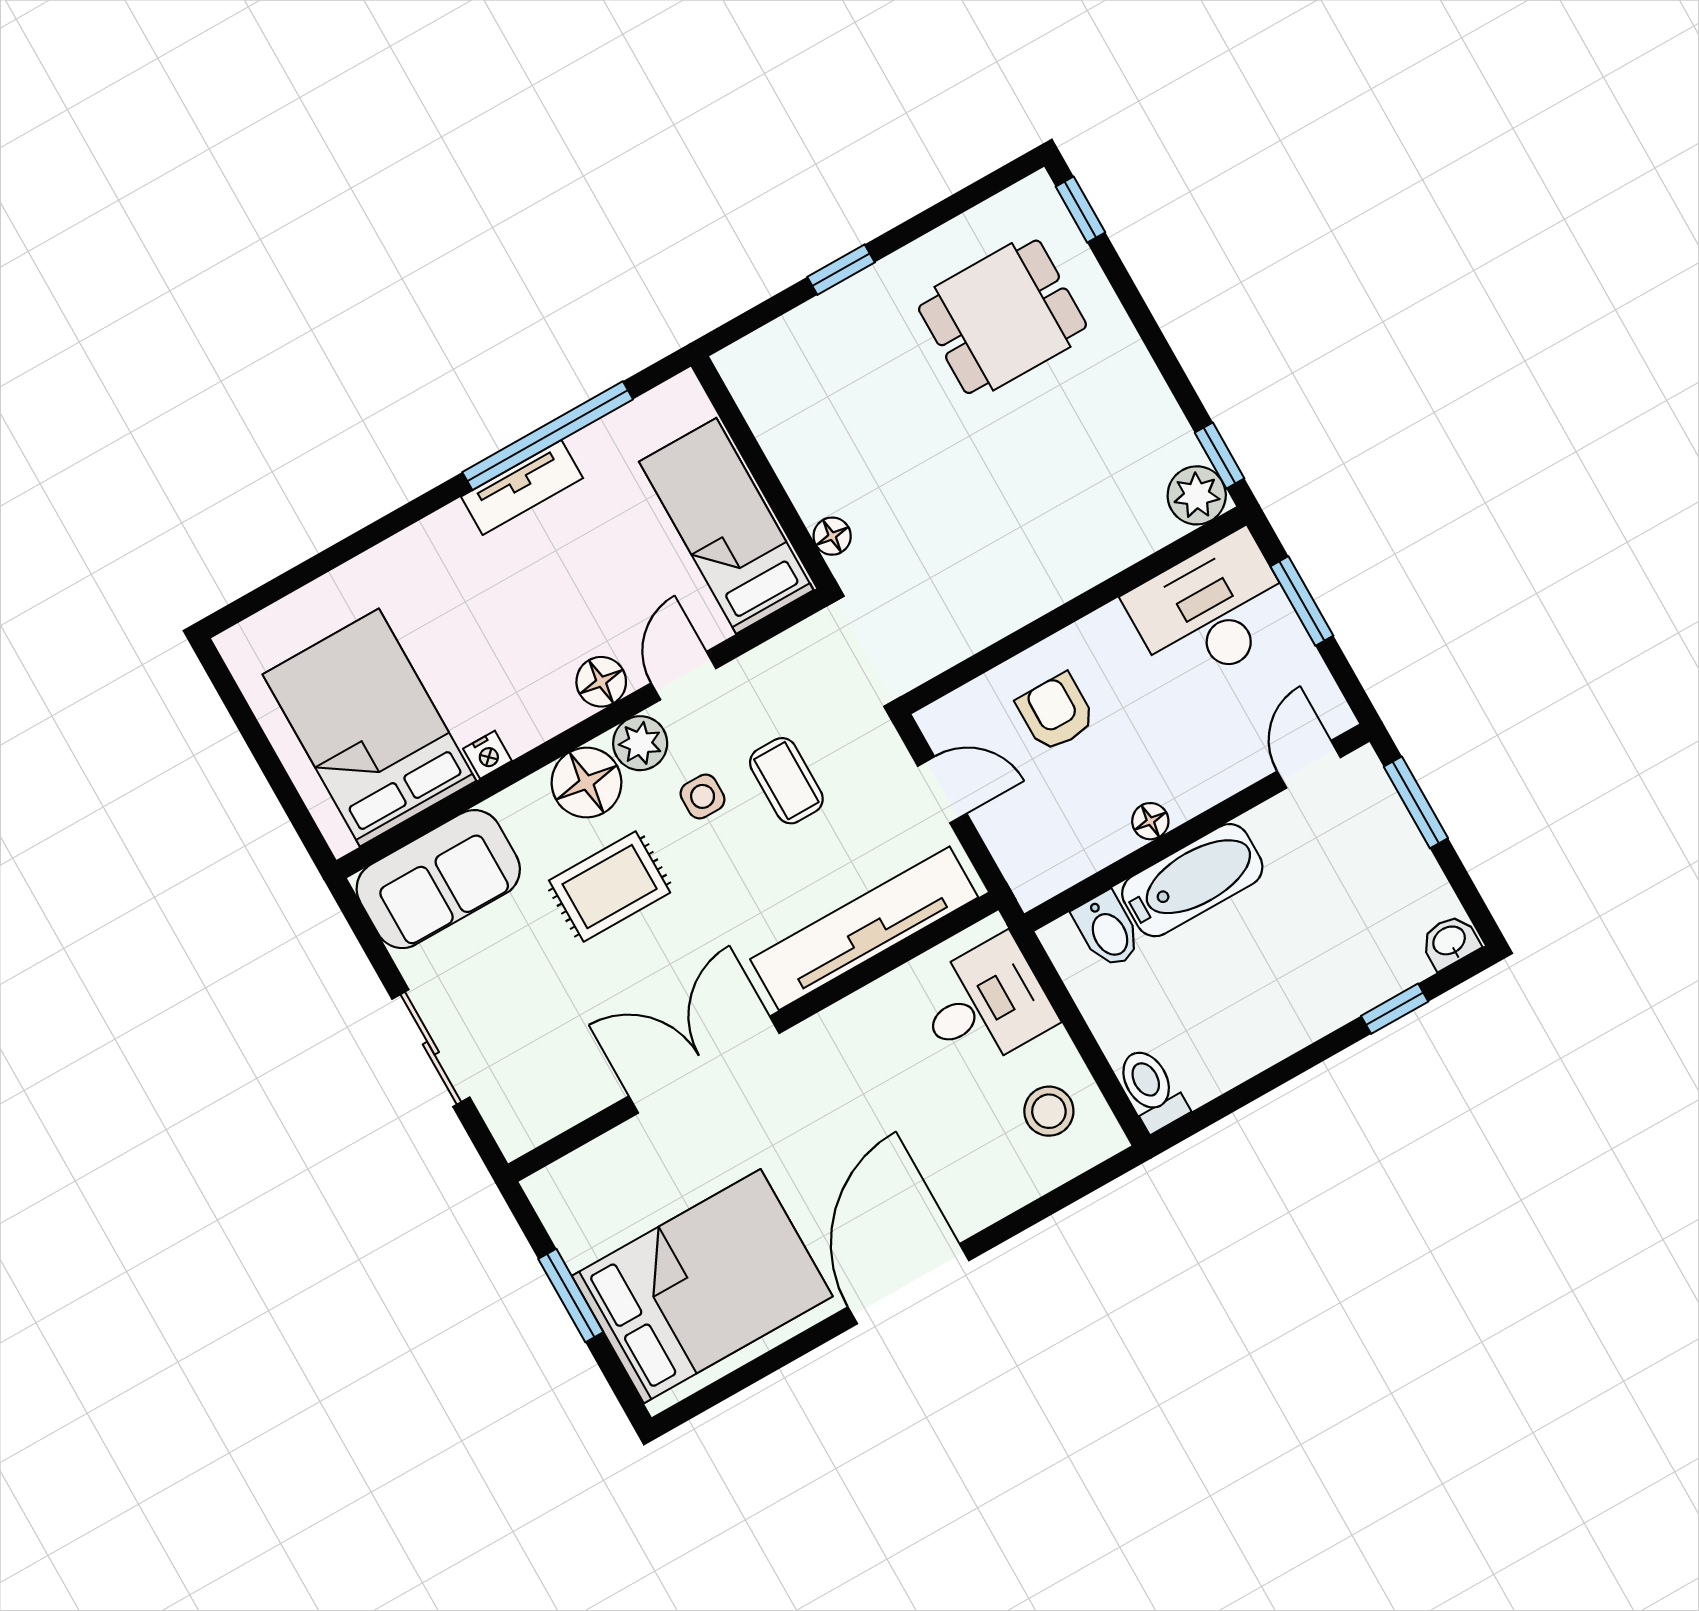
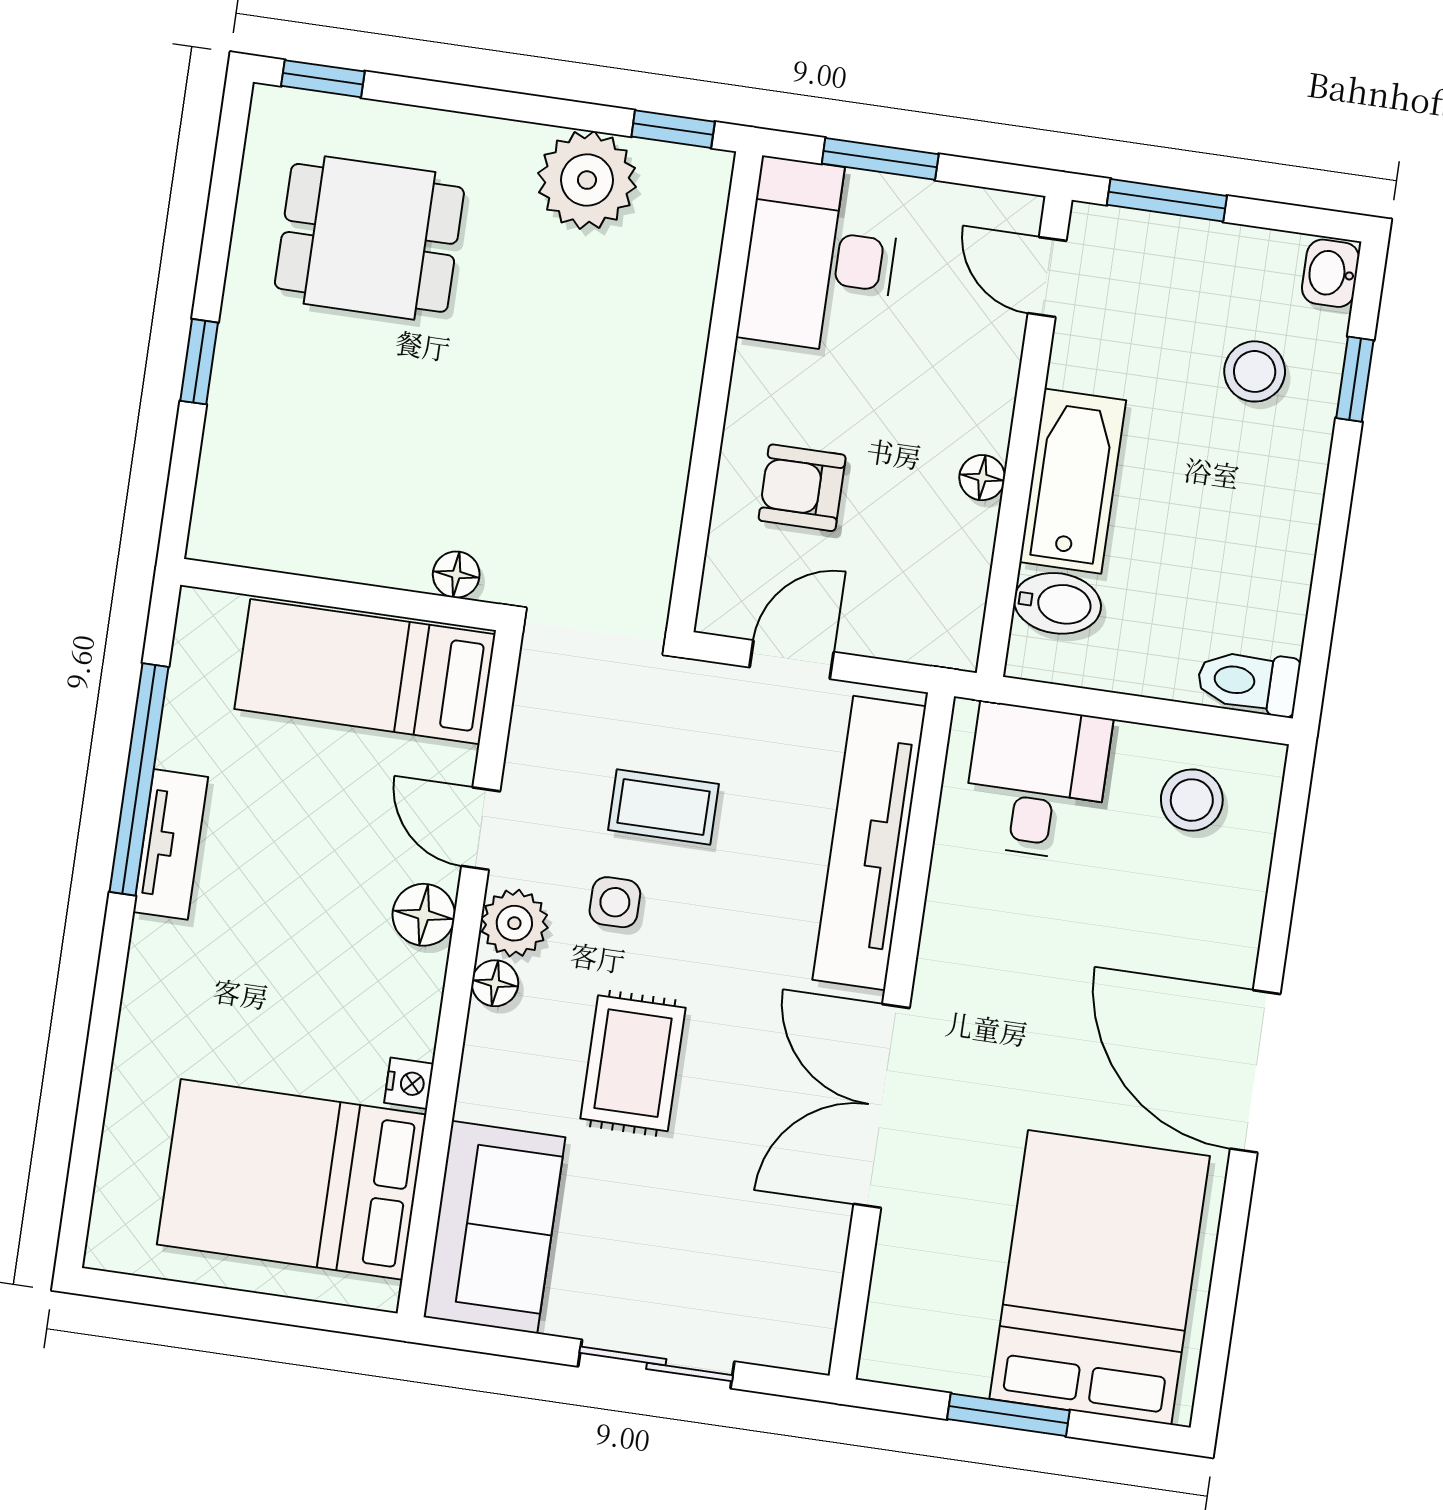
dining table: (1002, 317) -> (369, 238), turned 90
plant: (1197, 495) -> (587, 180), moved, width x1.36, depth x1.36
floor lamp: (587, 783) -> (495, 983), width x0.53, depth x0.53
stool: (1350, 942) -> (1255, 371), added

